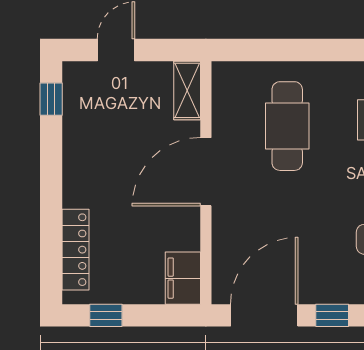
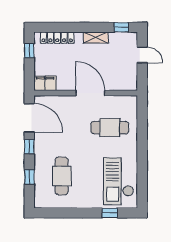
shelving: (187, 90) -> (96, 38), moved

